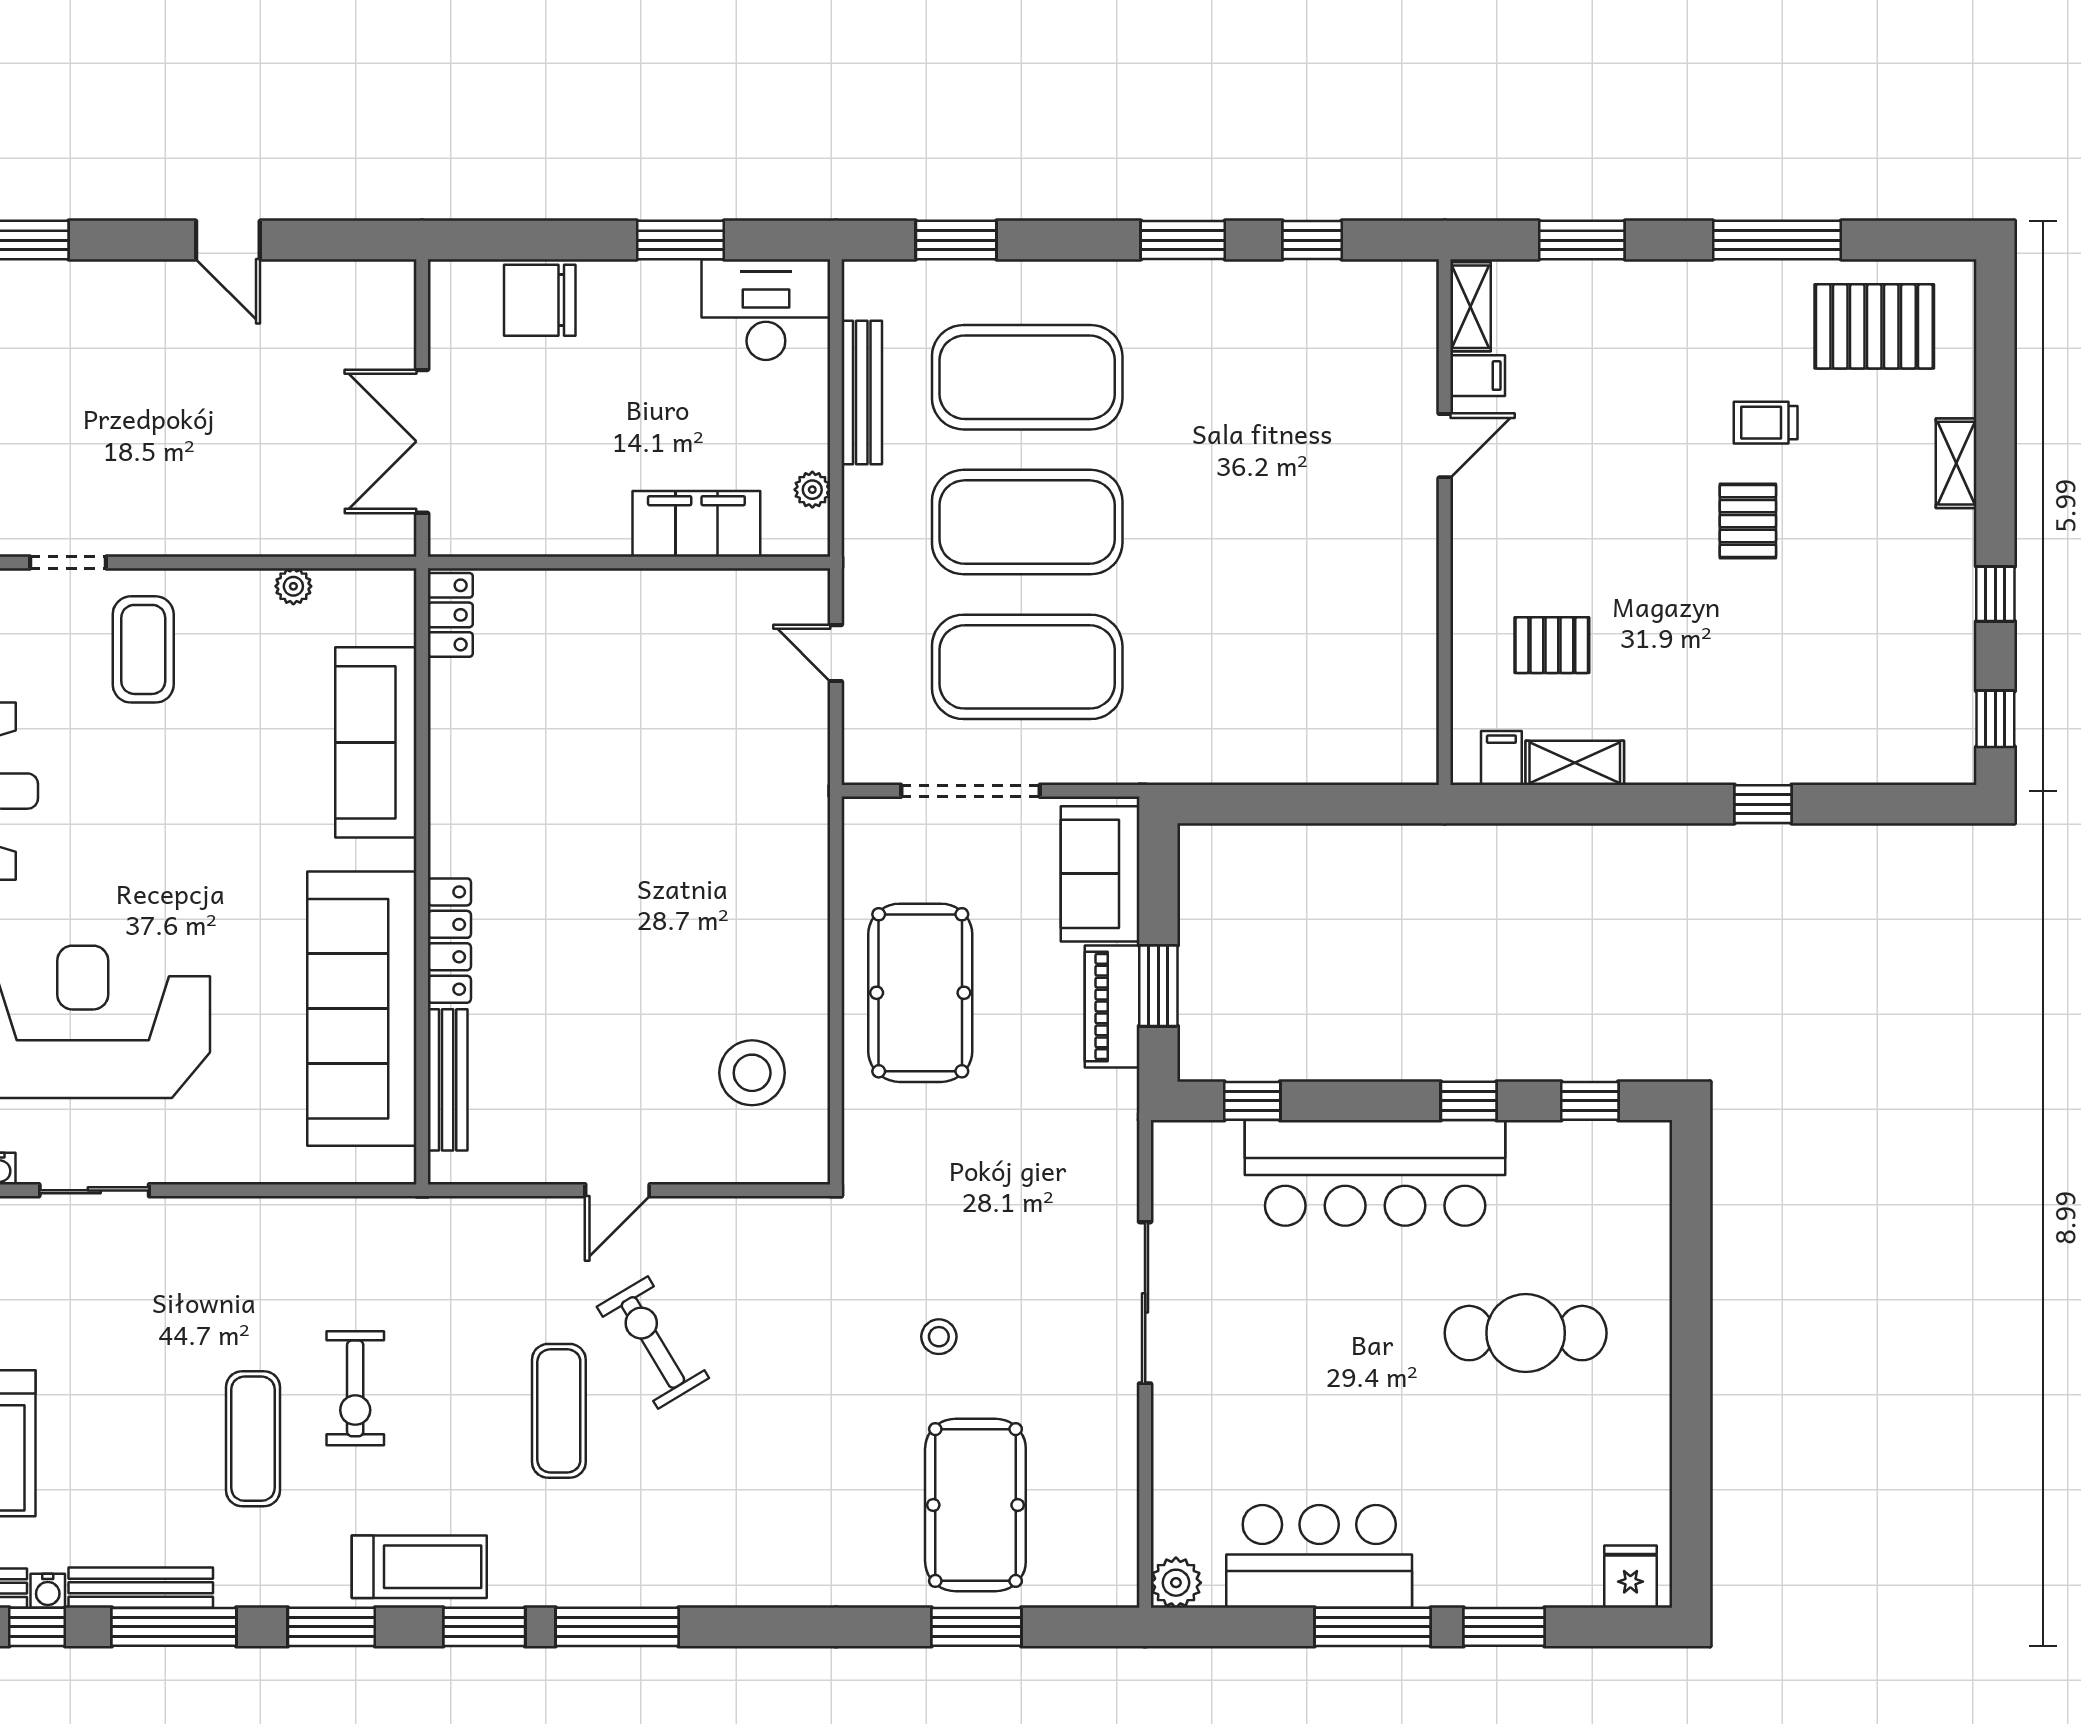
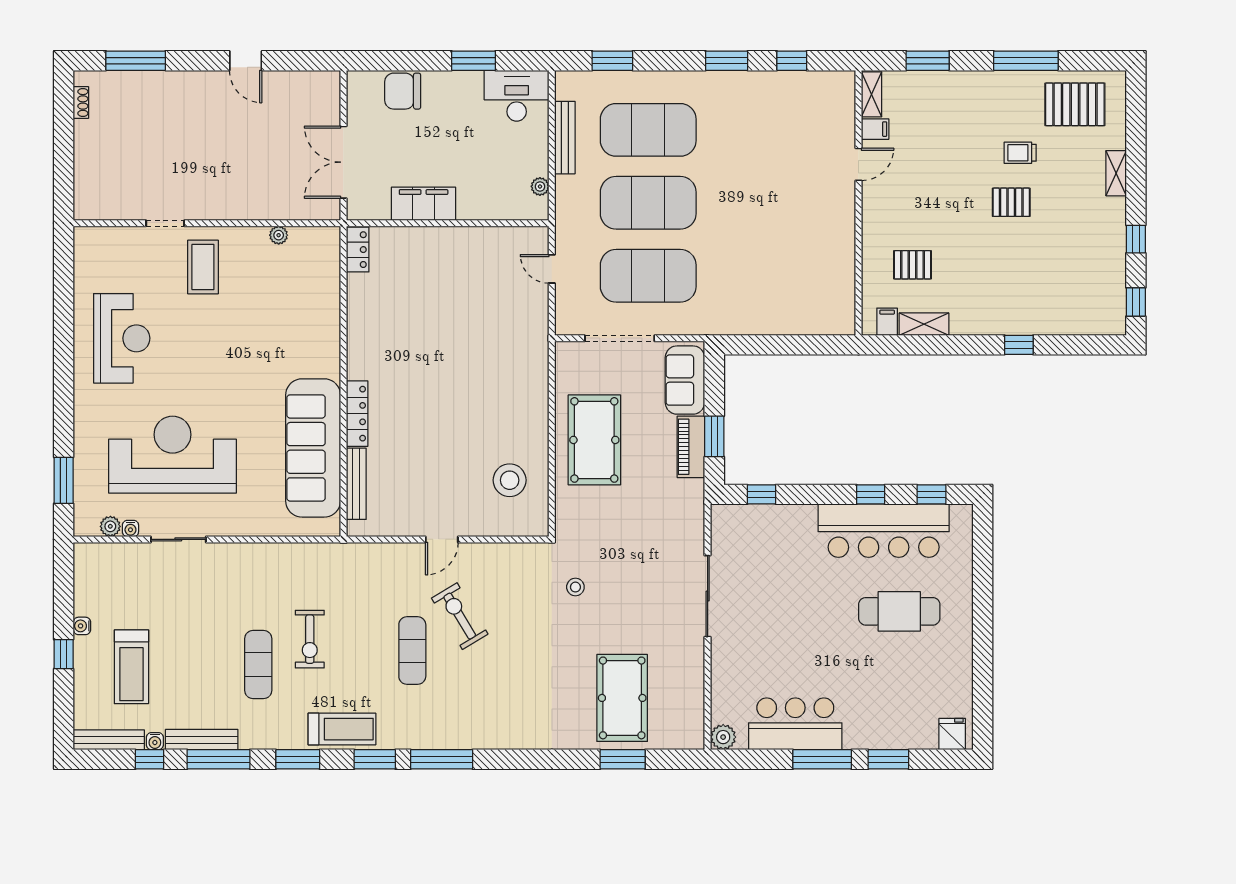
pallet: (1748, 521) -> (1011, 202), turned 90
filing cabinet: (696, 524) -> (424, 204), moved
sofa: (376, 742) -> (320, 314), removed
bar counter: (1375, 1173) -> (884, 531), moved
stool: (939, 1337) -> (575, 587), moved

